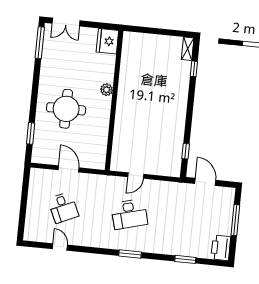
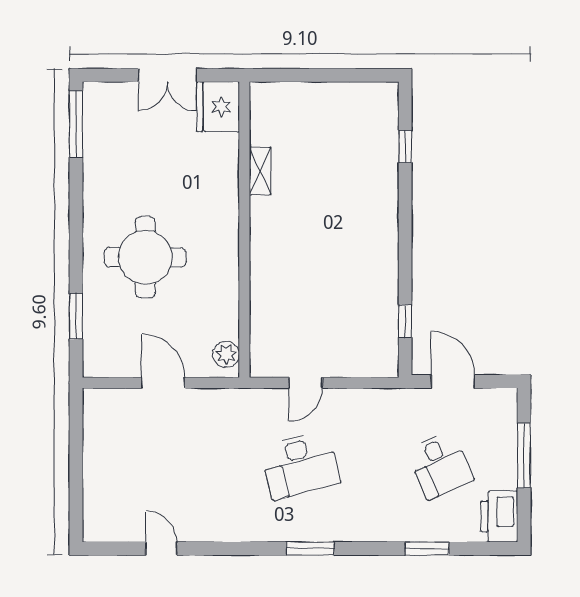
double door: (66, 22) -> (167, 75), moved
shelving: (188, 49) -> (260, 171), moved
plant: (106, 90) -> (226, 354), moved
desk: (63, 208) -> (440, 465), moved

